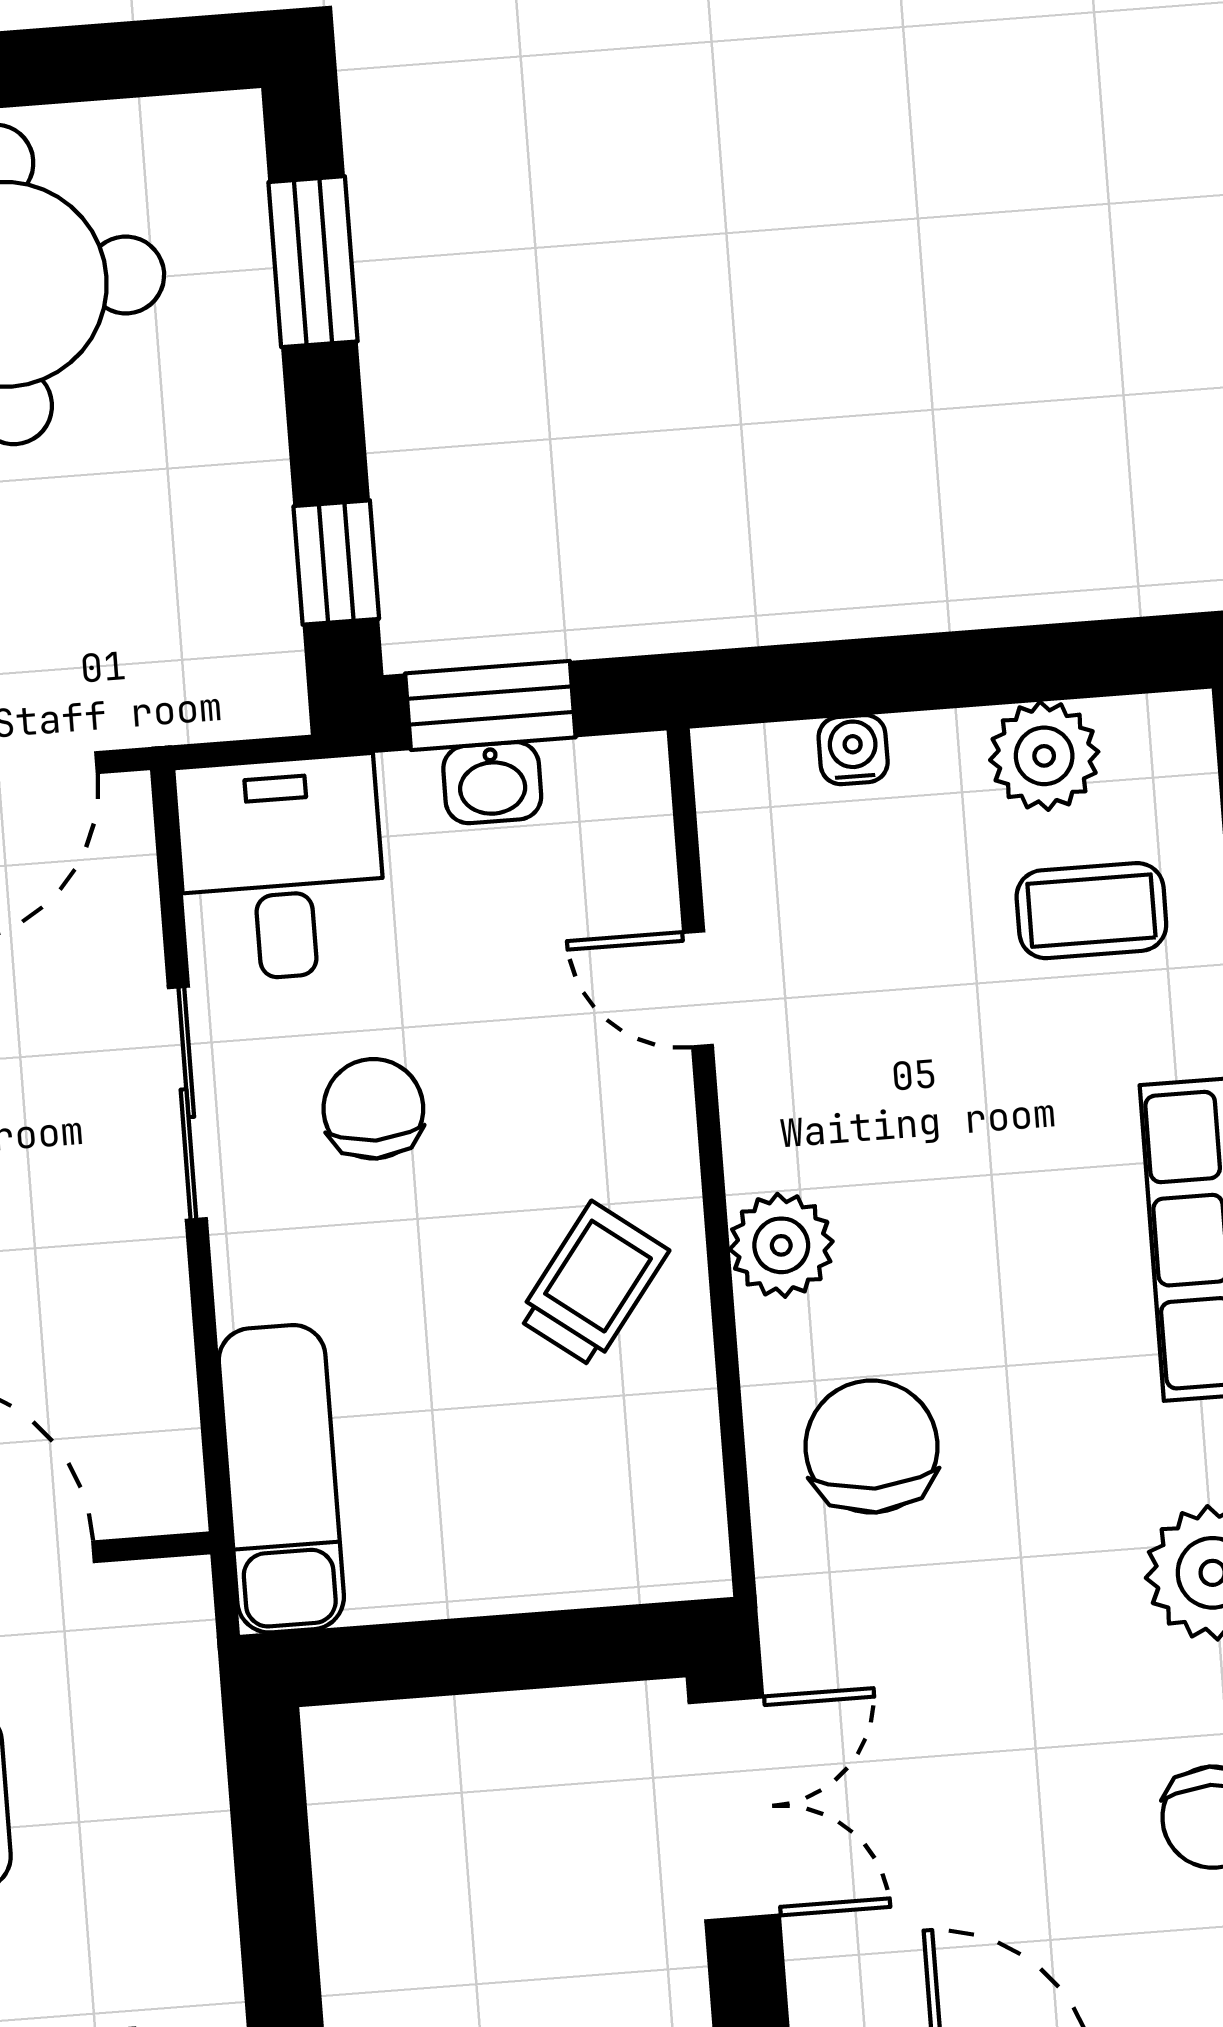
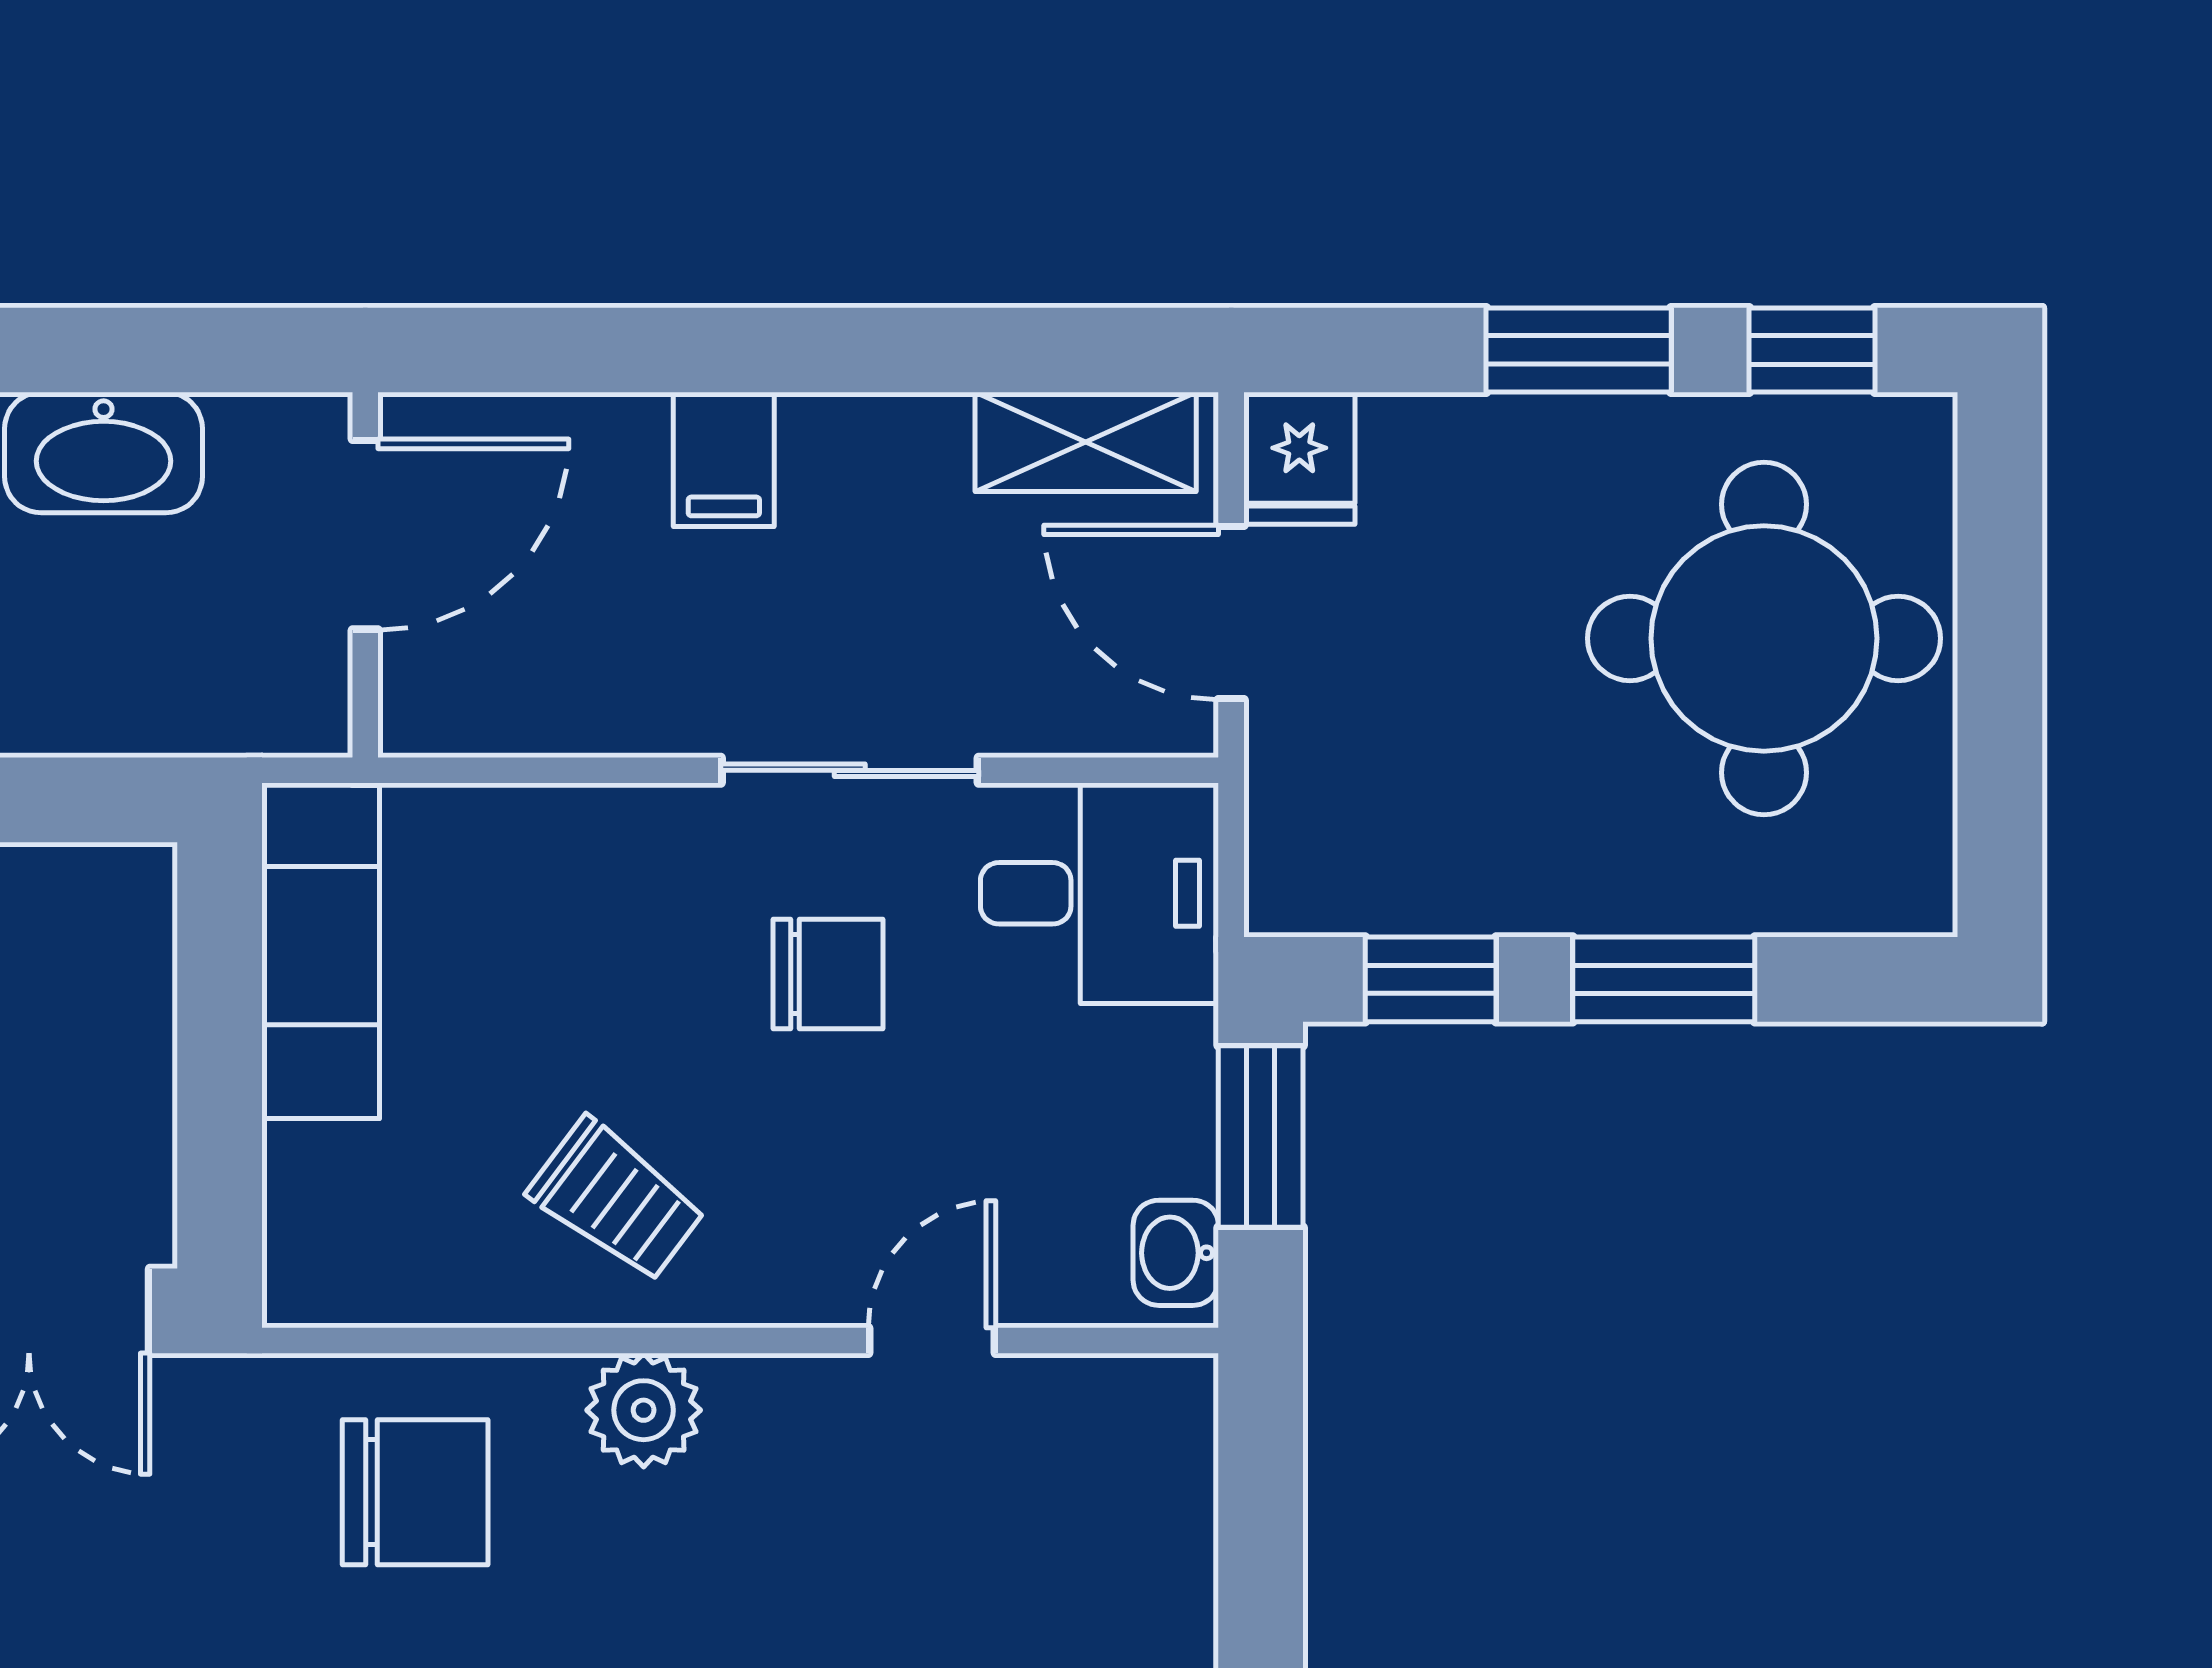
window: (313, 262) -> (1664, 979), moved
water cooler: (853, 750) -> (1182, 1531), removed
washbasin: (492, 783) -> (1176, 1253), moved
exam couch: (281, 1479) -> (321, 951), moved, turned -90

